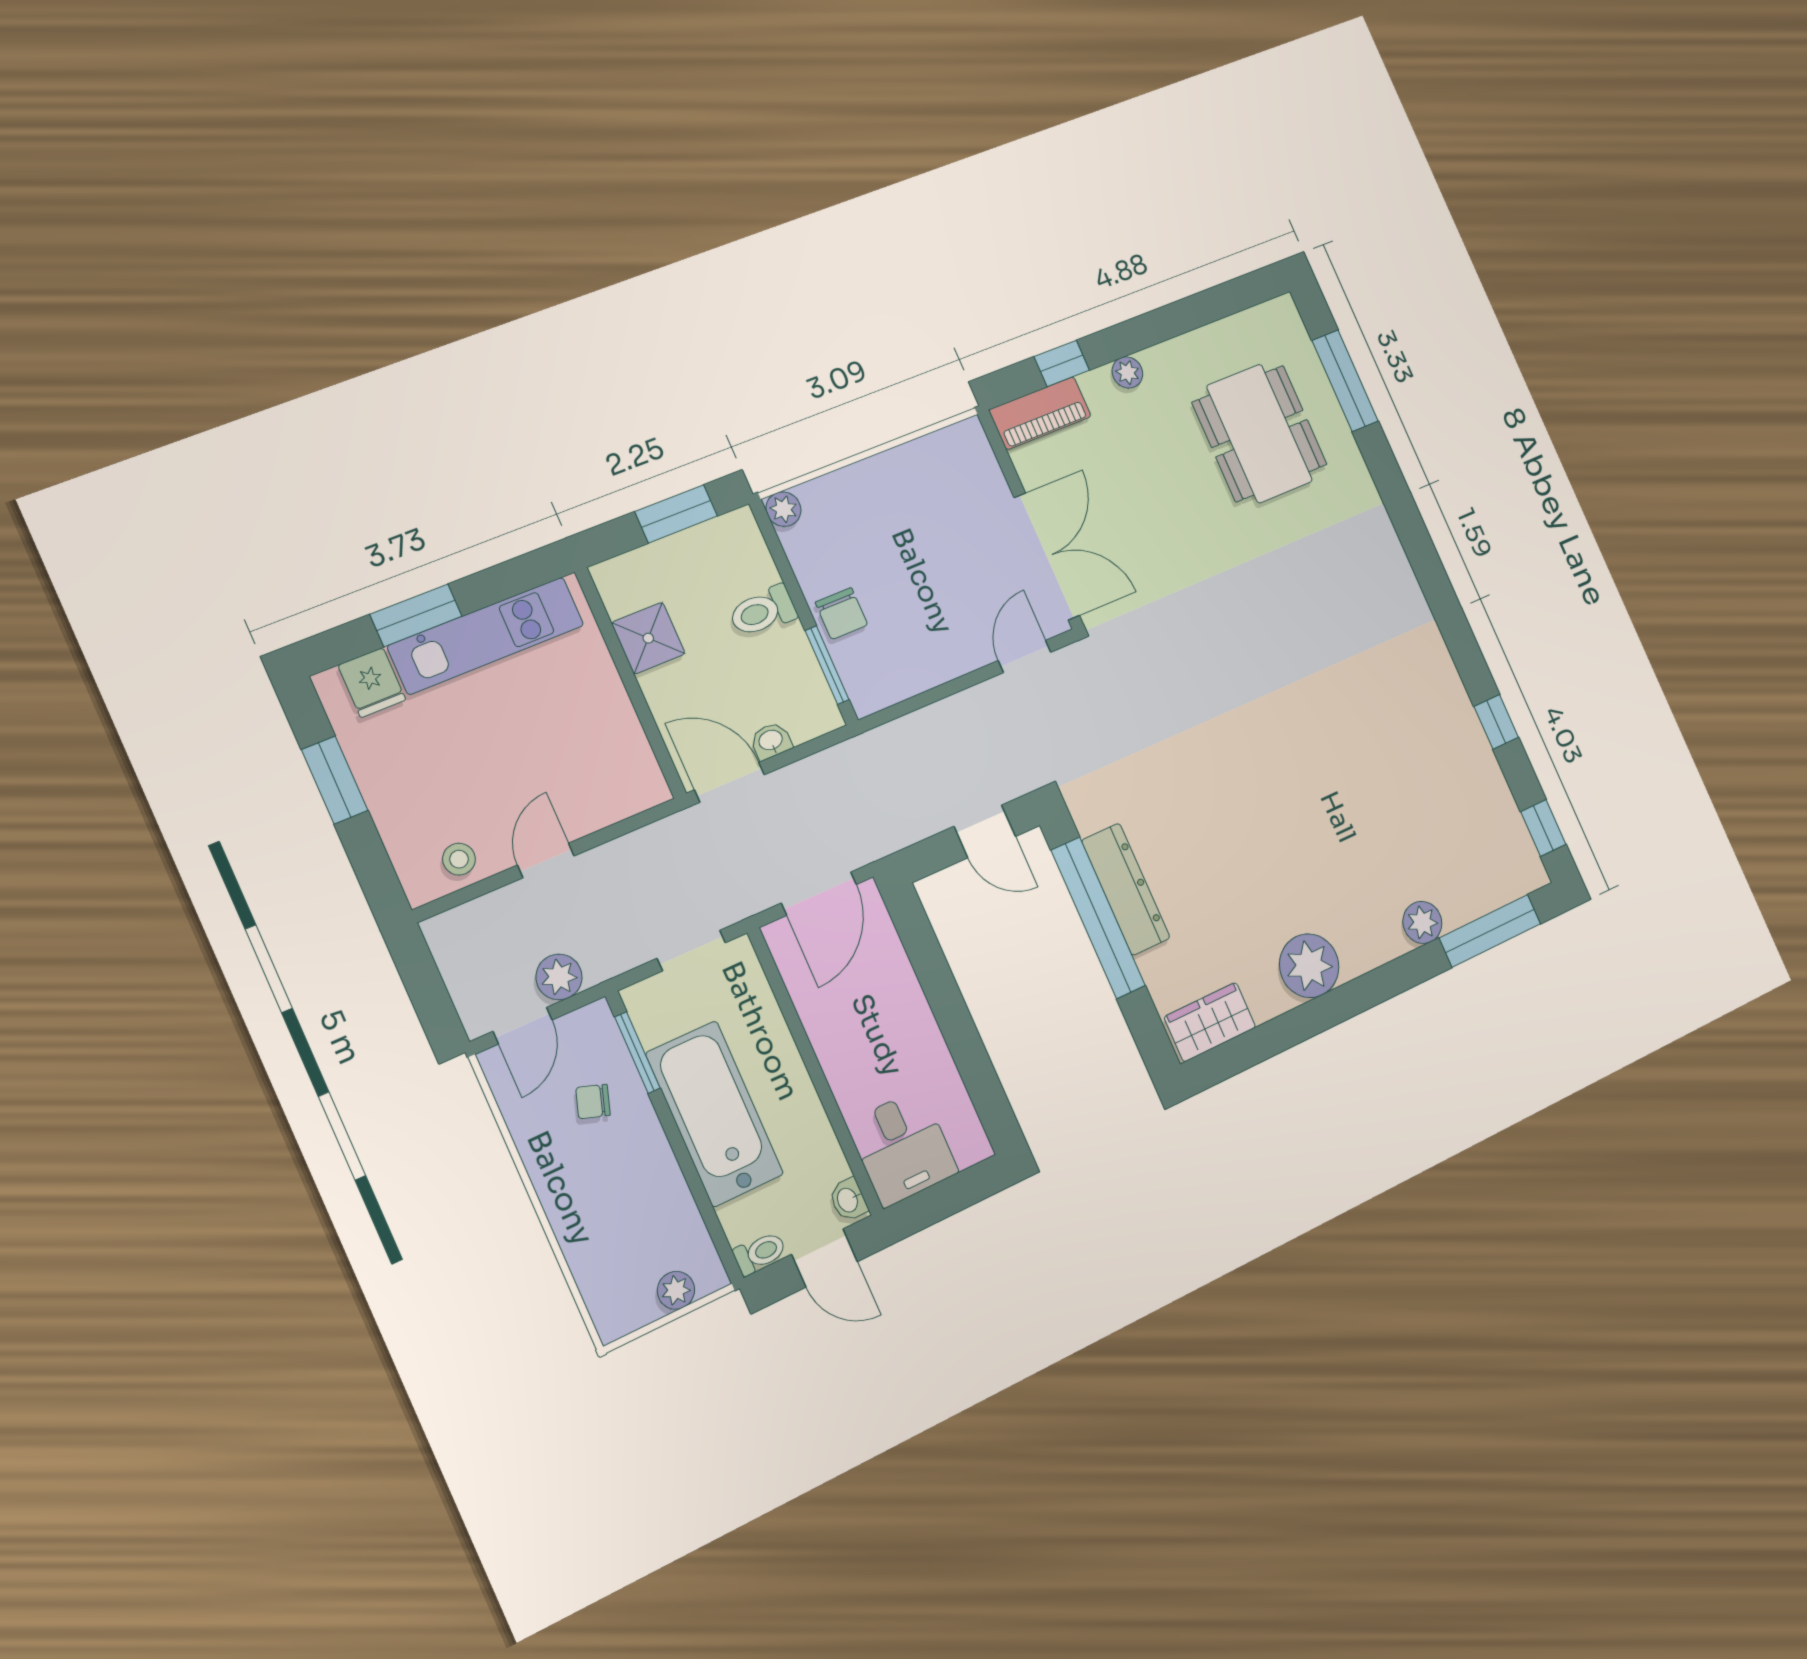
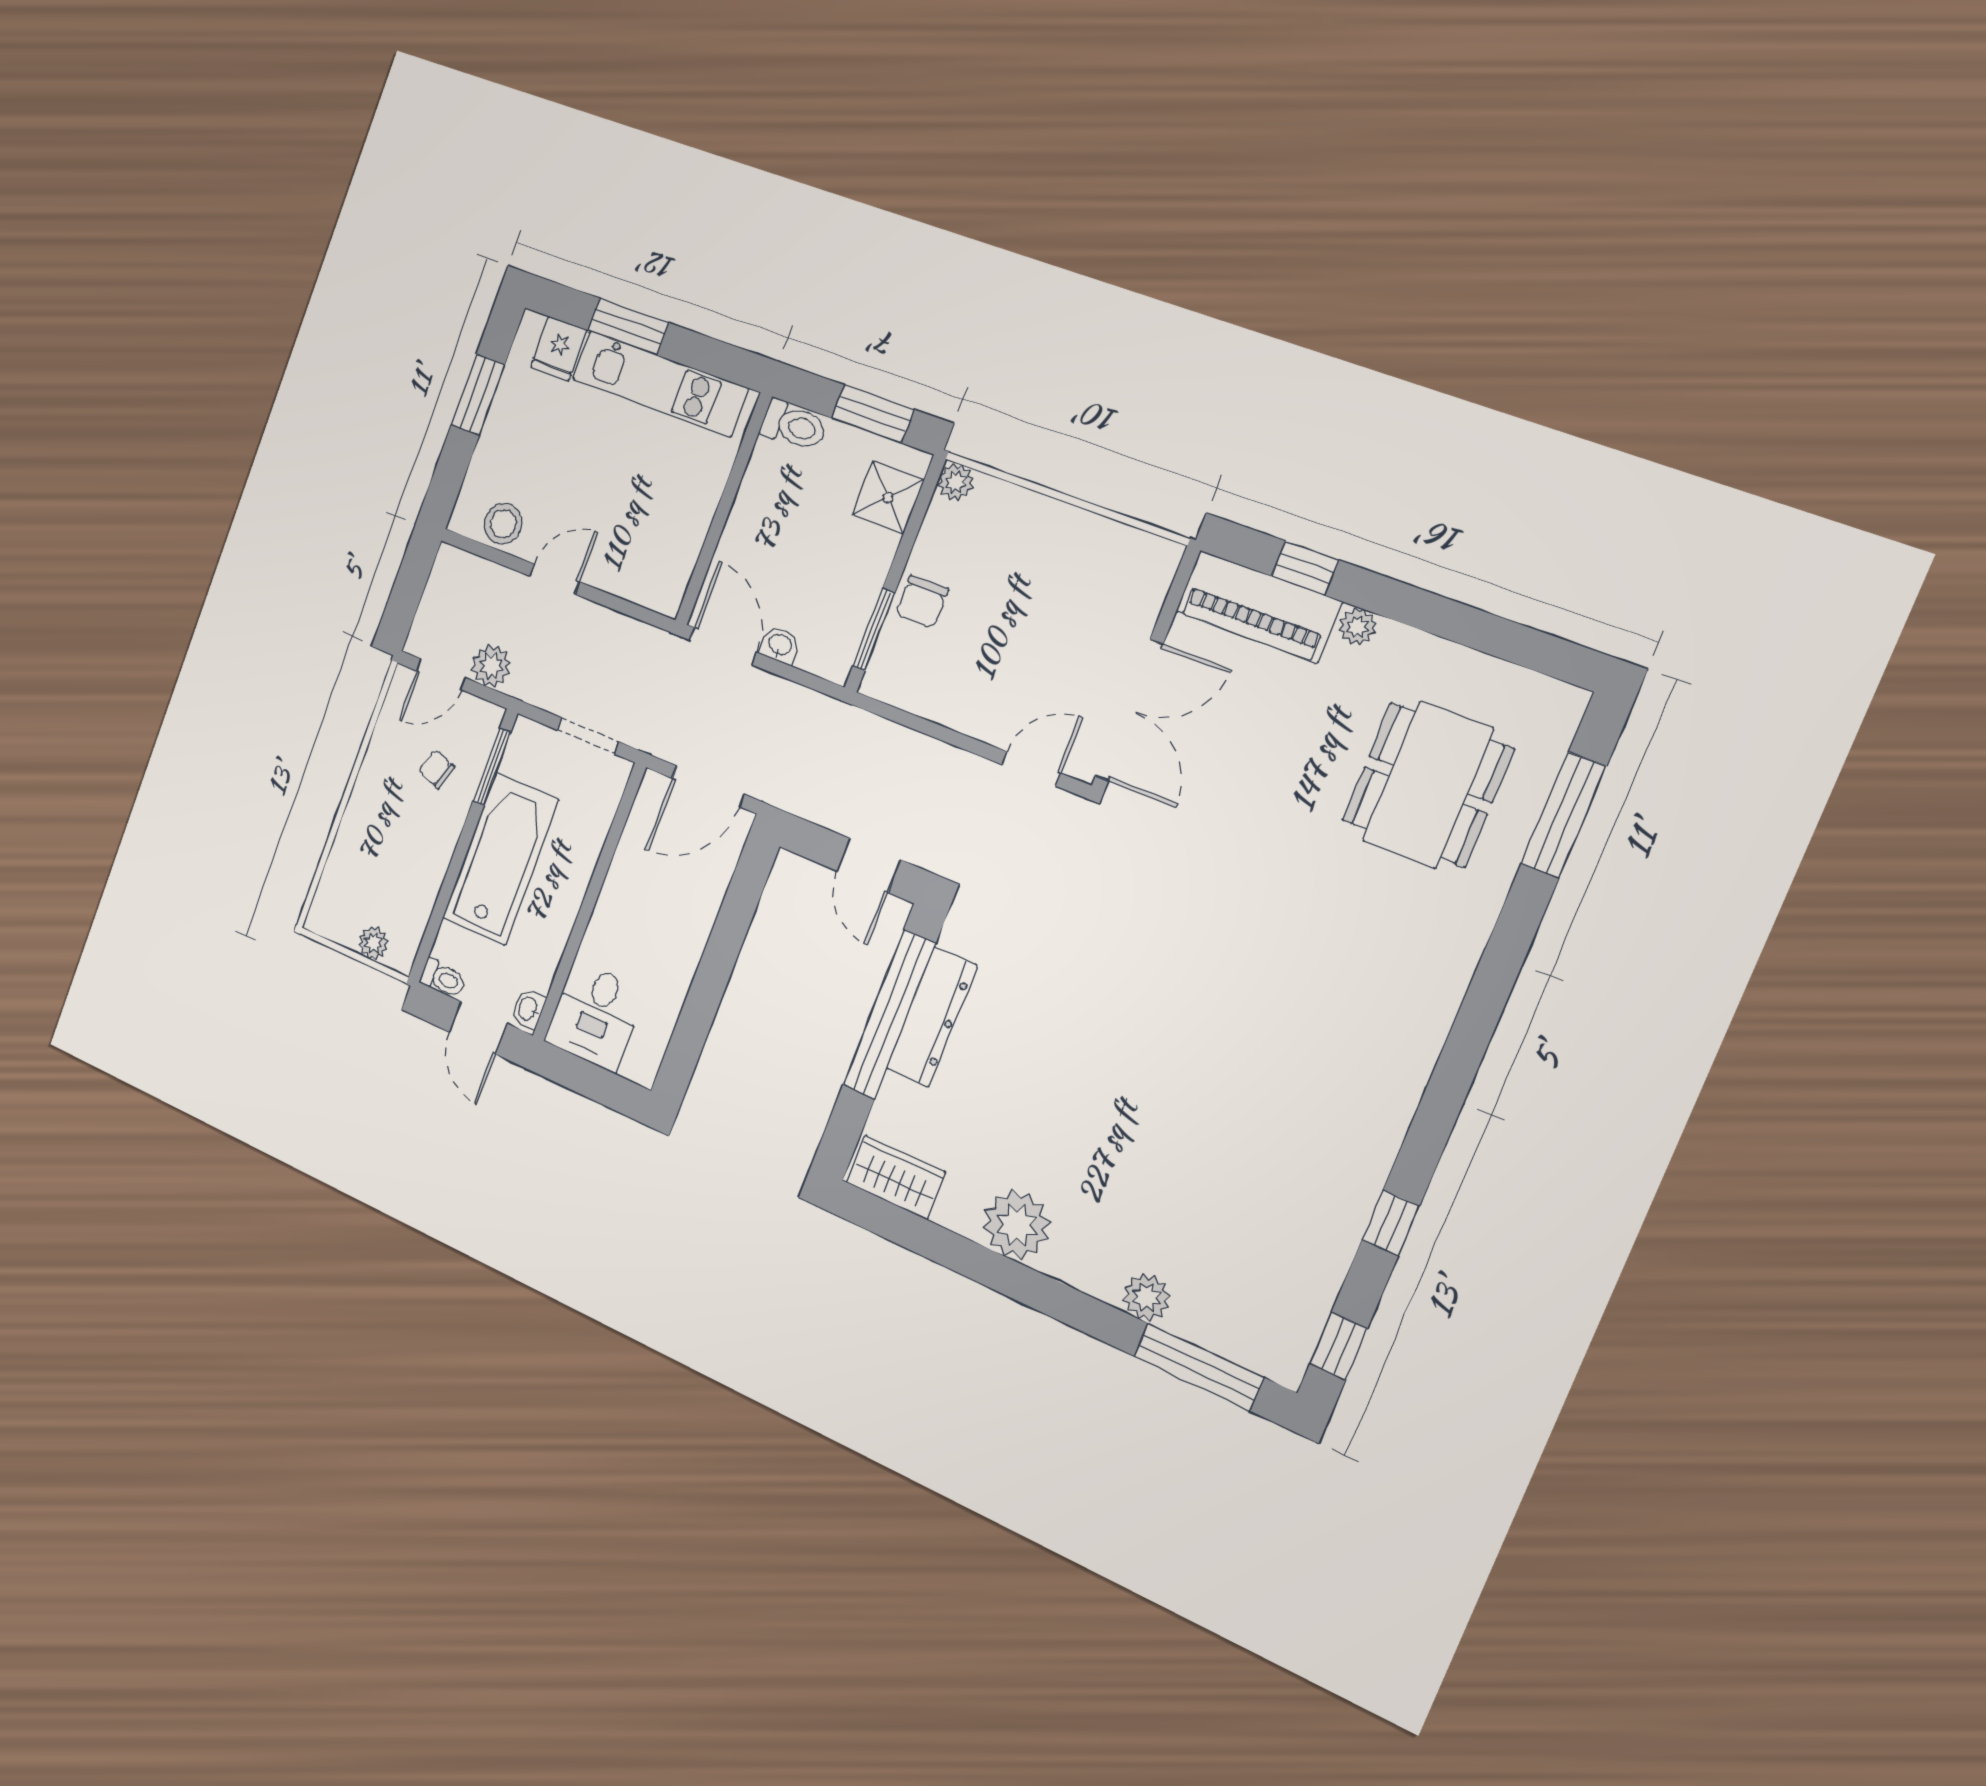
piano: (1040, 413) -> (1259, 607), width x1.37, depth x1.33
toilet: (763, 611) -> (794, 425), moved, turned 180
shower: (648, 638) -> (888, 497), moved
stool: (459, 859) -> (503, 524), width x1.37, depth x1.37

